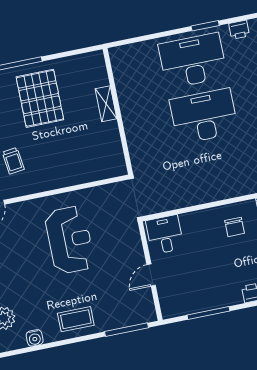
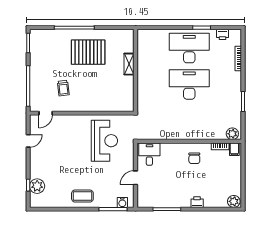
pallet: (40, 98) -> (88, 52), turned 90
reception desk: (70, 240) -> (104, 141), moved
water cooler: (35, 338) -> (122, 203), moved

